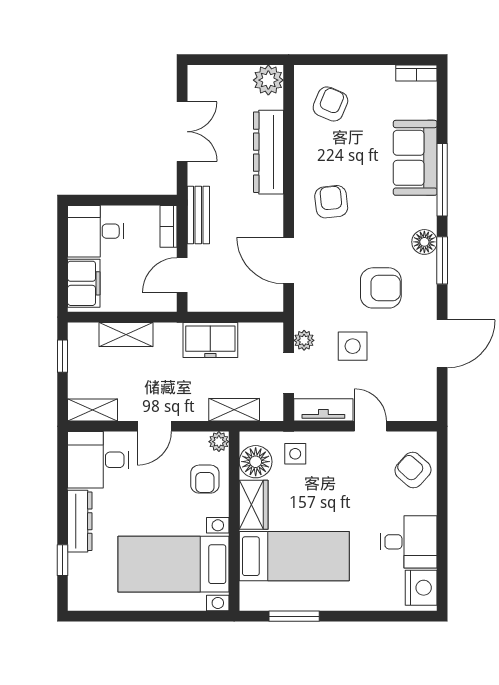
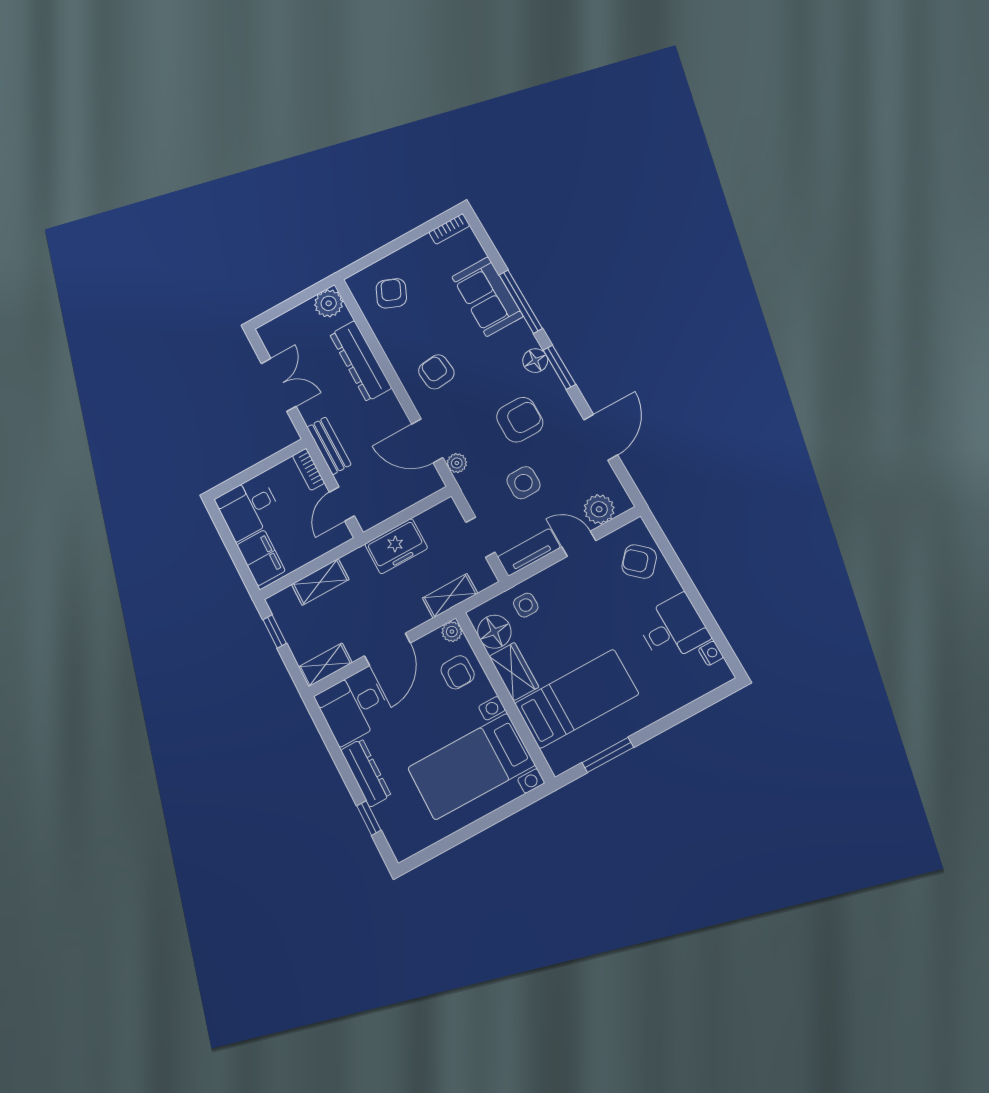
plant: (304, 340) -> (457, 463), moved
plant: (405, 406) -> (599, 509), added
door: (154, 426) -> (387, 649), width x1.38
nightstand: (421, 588) -> (711, 653), width x0.53, depth x0.56

